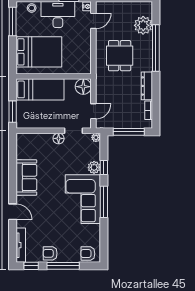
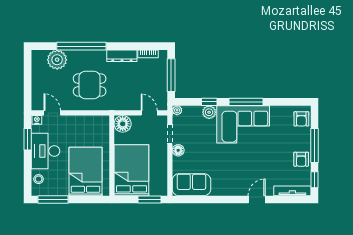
bed: (40, 89) -> (131, 170), width x1.50
sofa: (26, 177) -> (191, 185), moved

